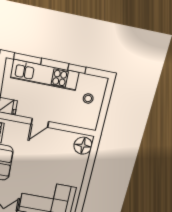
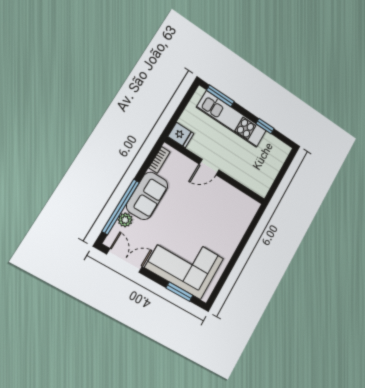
stool: (88, 98) -> (267, 161), removed
floor lamp: (83, 146) -> (246, 210), removed

